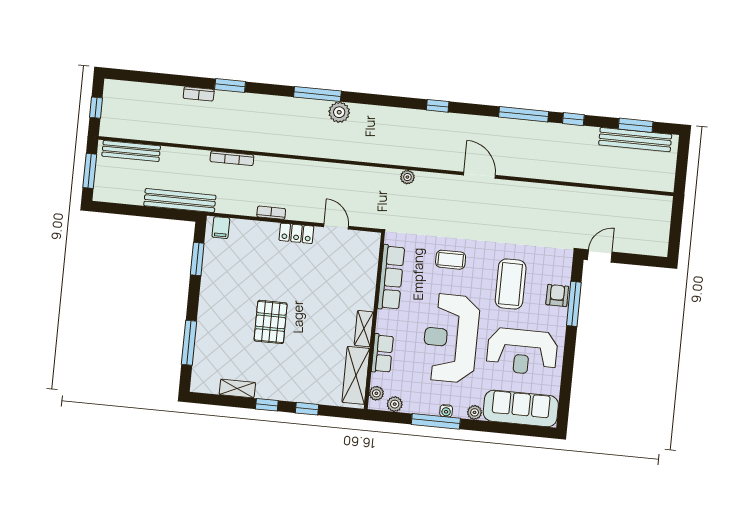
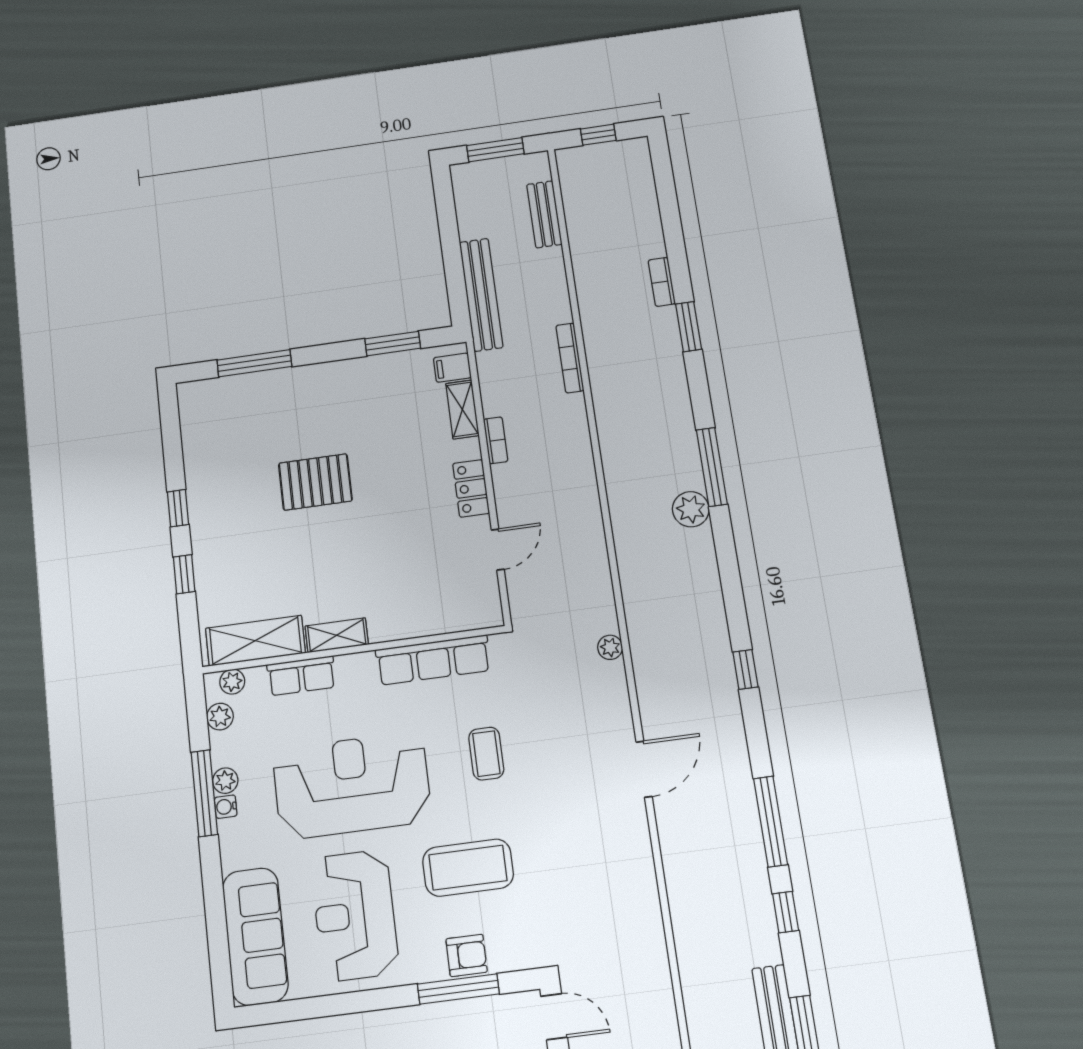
bench: (131, 151) -> (544, 214), width x0.73
shelving: (237, 389) -> (462, 409), moved
plant: (475, 412) -> (225, 781), moved

